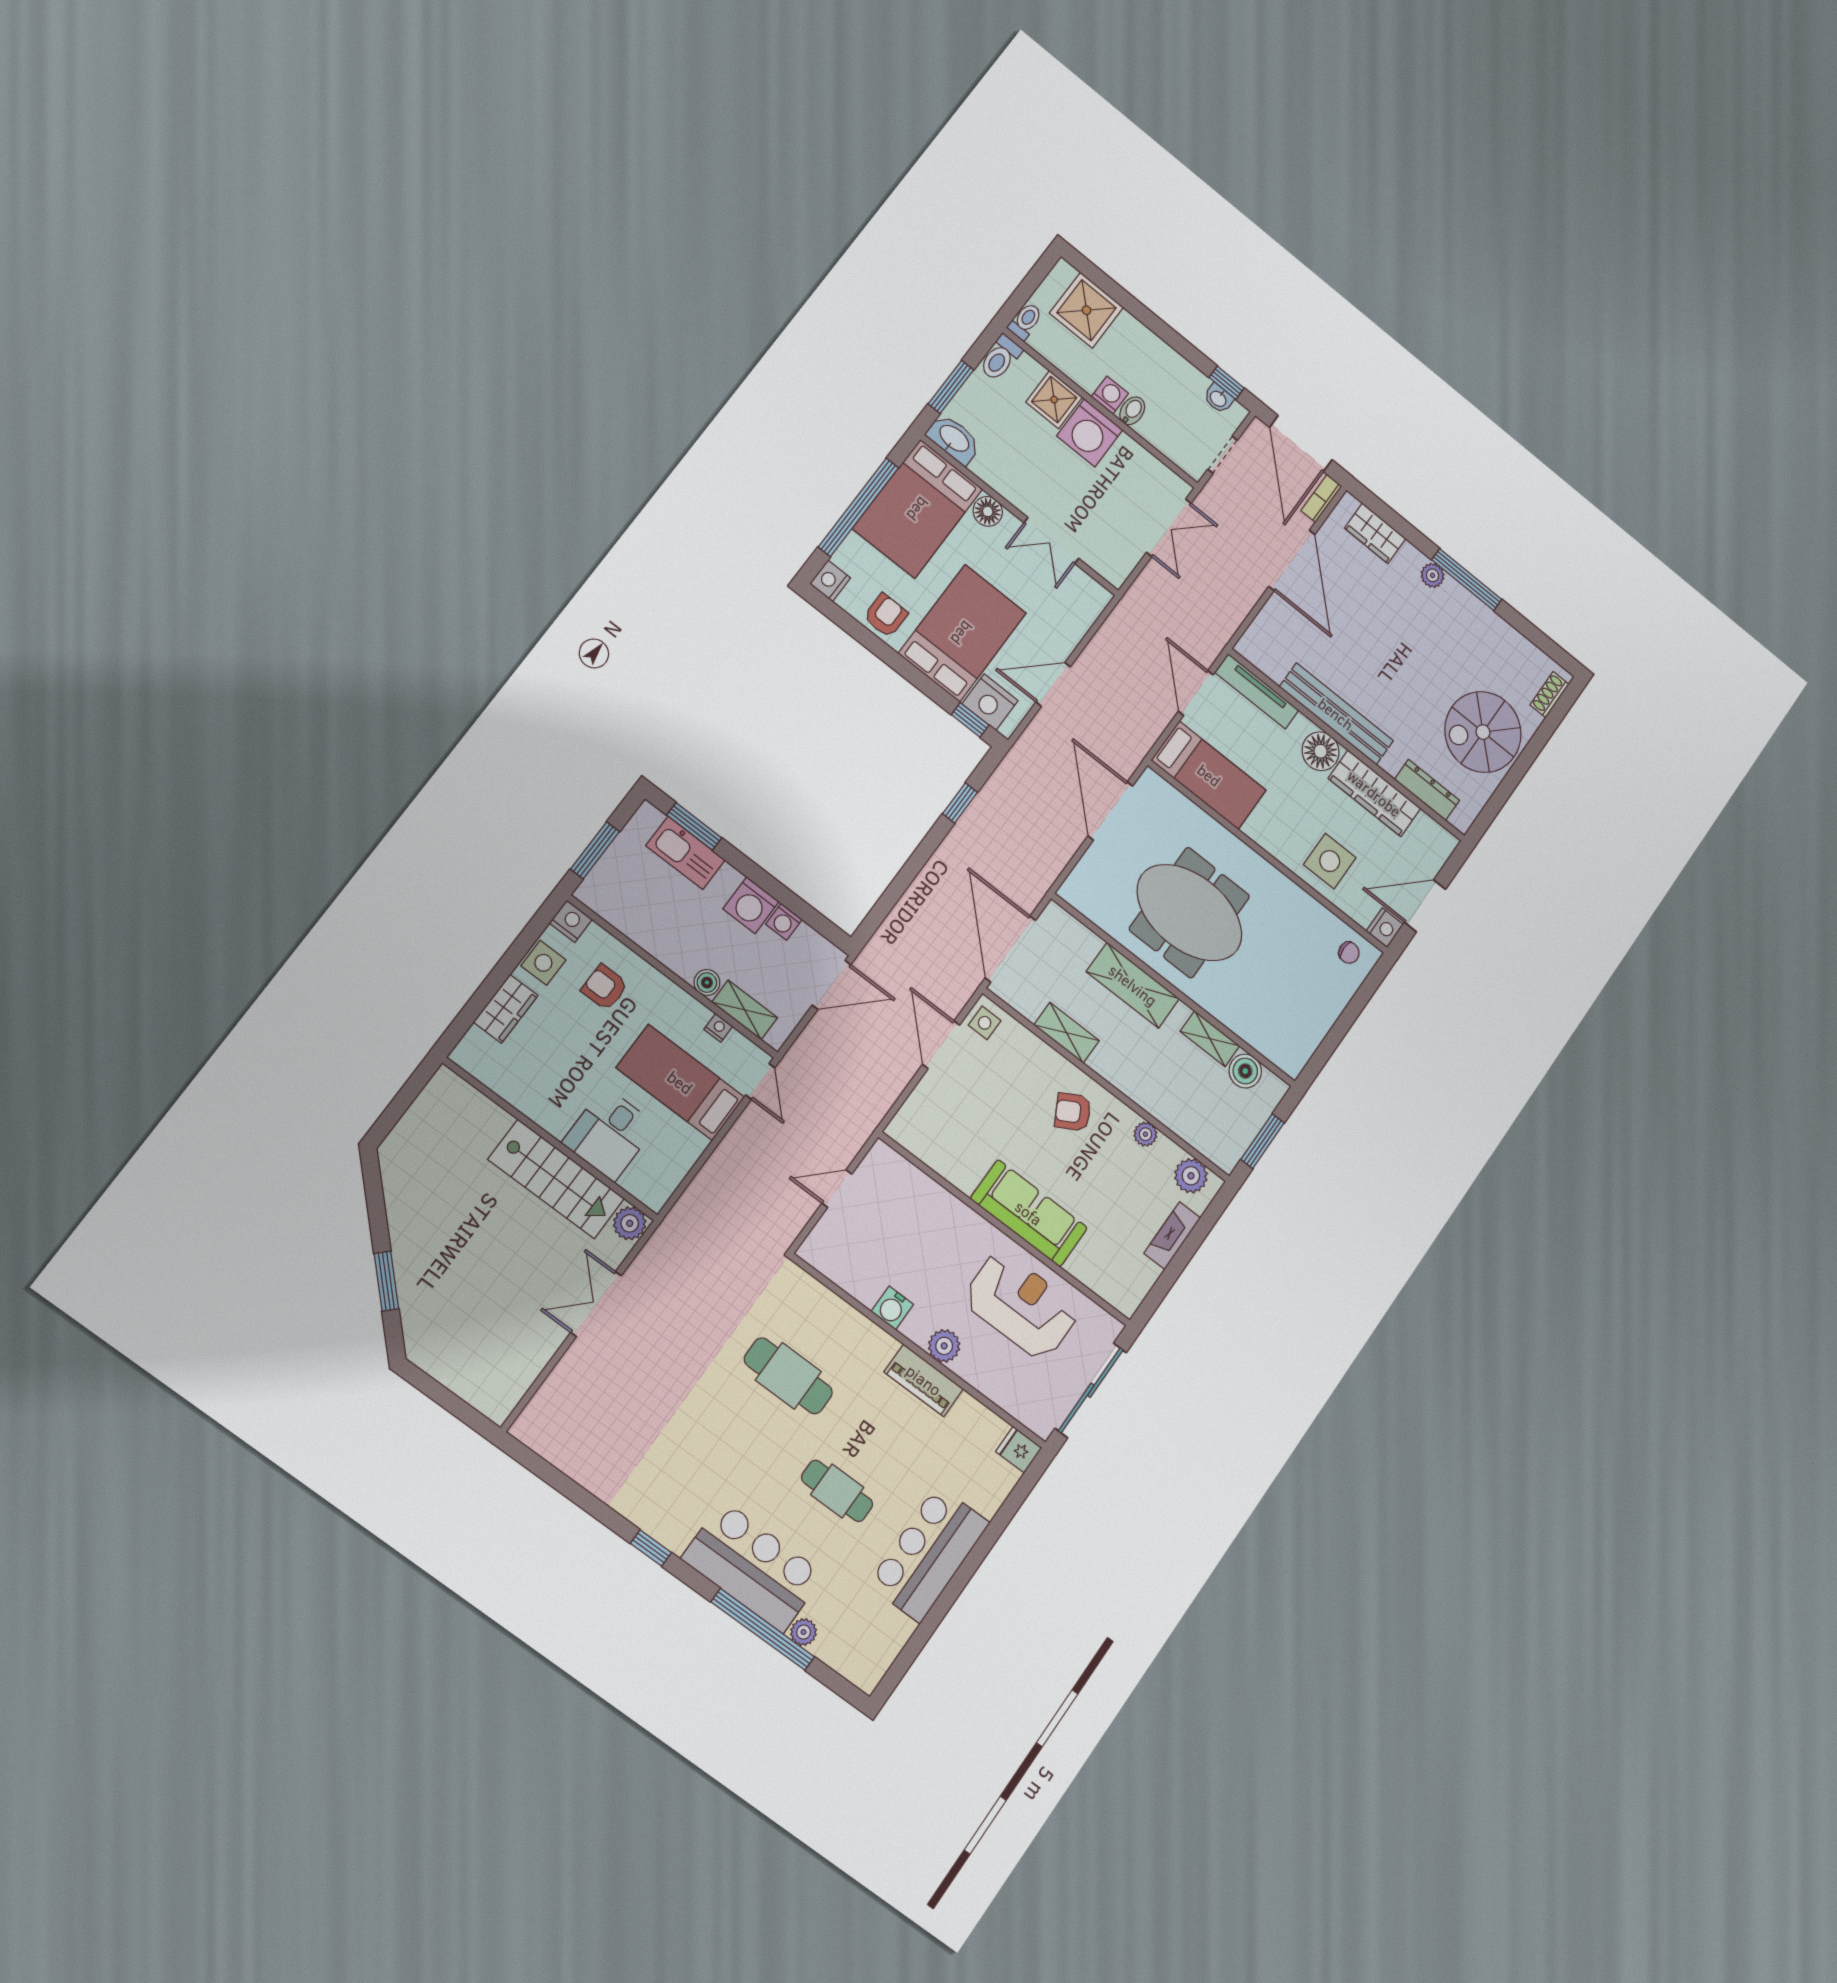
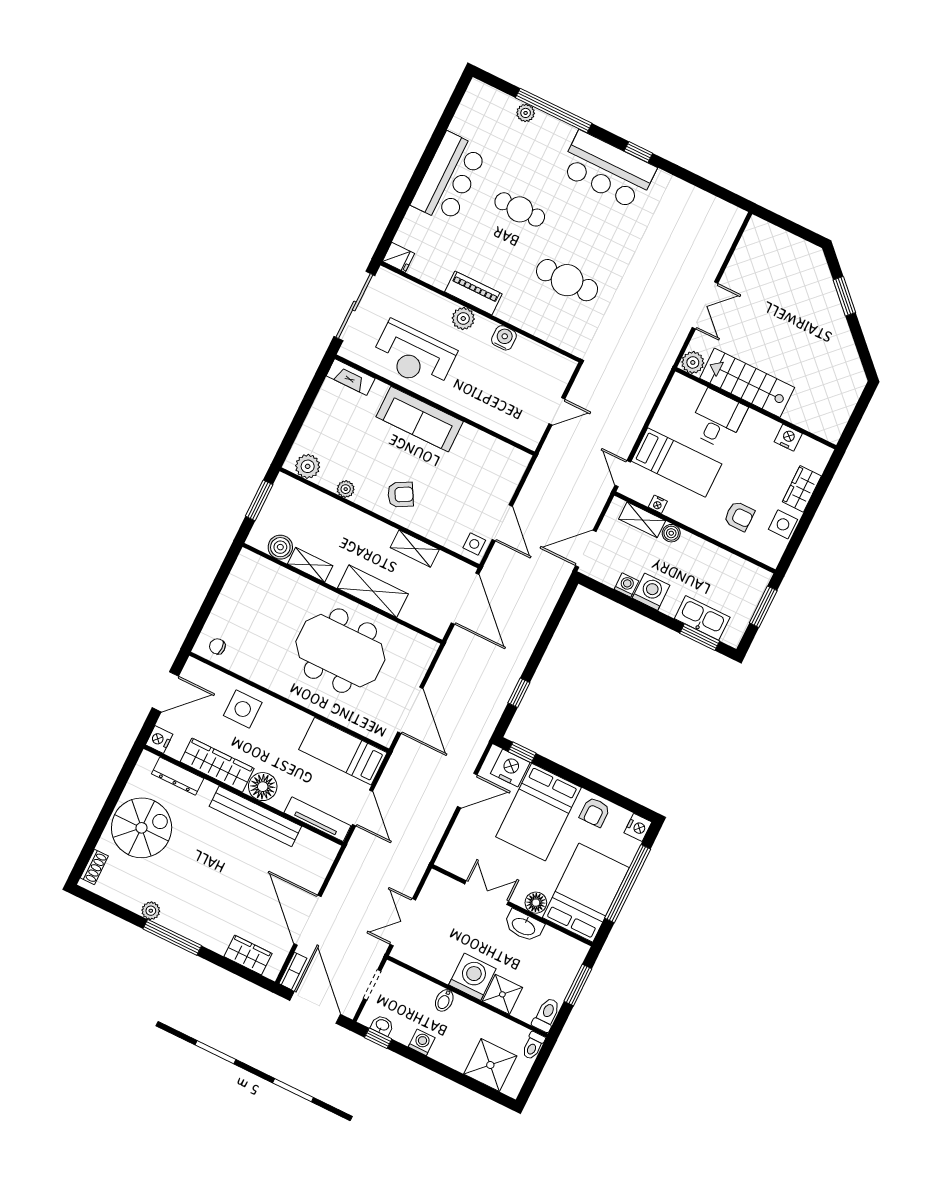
washing machine: (1110, 395) -> (422, 1042), moved, turned 180
washbasin: (954, 439) -> (524, 926), moved
plant: (1433, 575) -> (151, 911), moved
nightstand: (571, 921) -> (788, 438), moved, turned 180
nightstand: (1385, 928) -> (159, 740), moved
fireplace: (1172, 1236) -> (351, 377), moved, turned 90
bar counter: (753, 1566) -> (608, 170), moved

